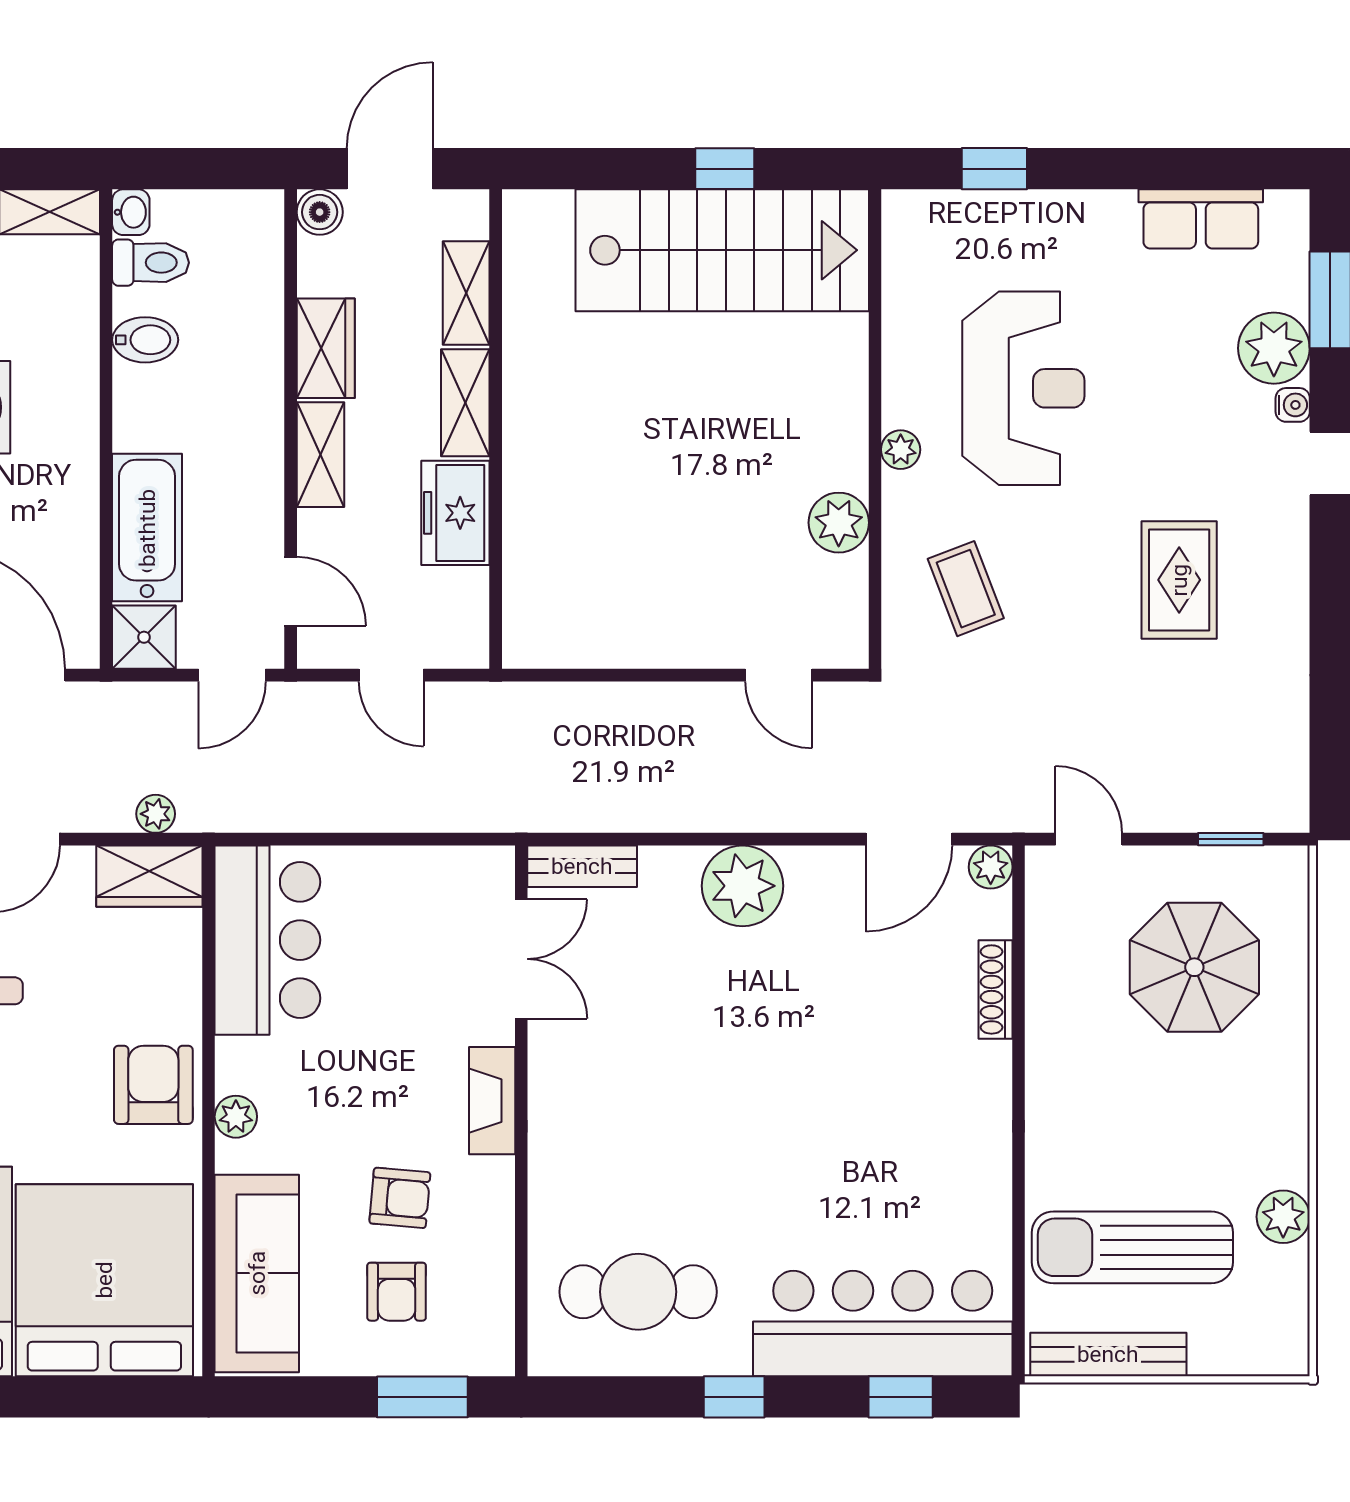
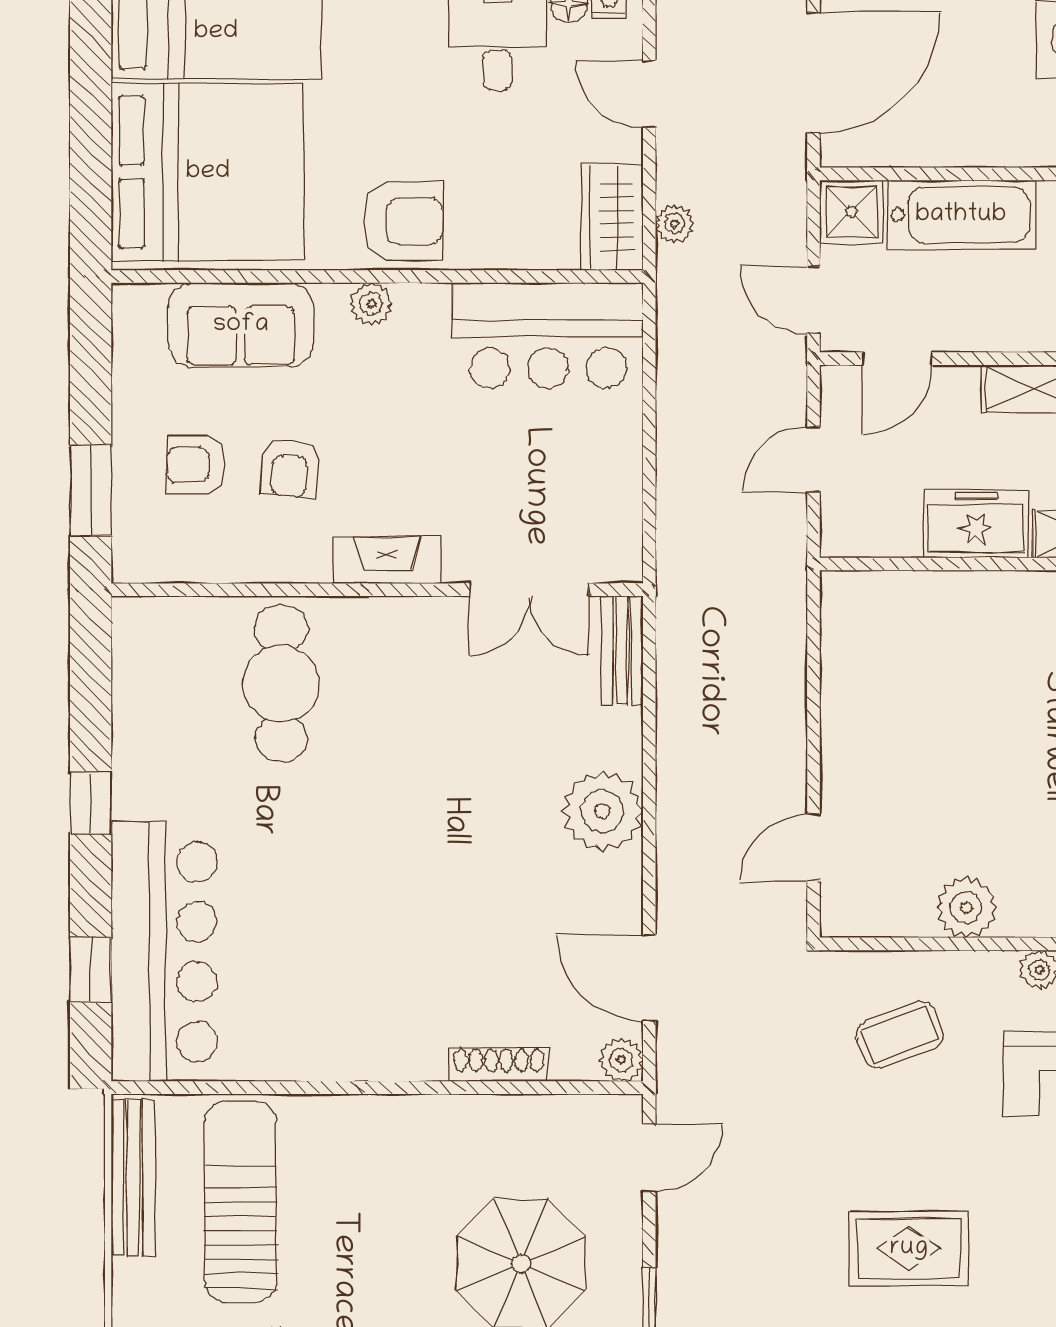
sofa: (257, 1273) -> (241, 325), width x0.73
cafe table: (638, 1292) -> (281, 683), moved

